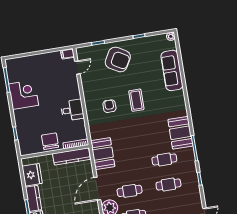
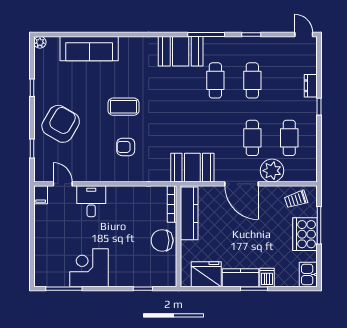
desk: (72, 110) -> (91, 201), moved

